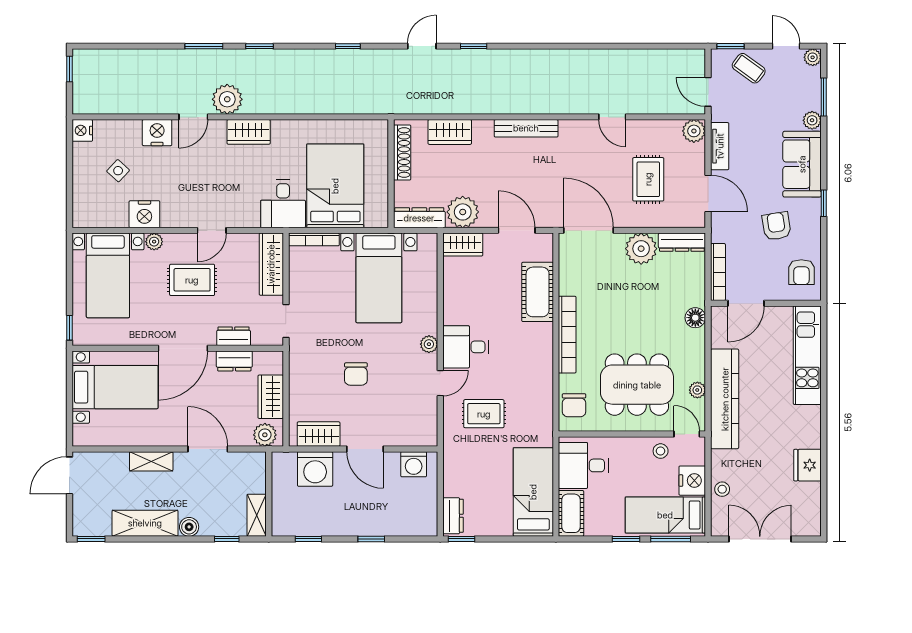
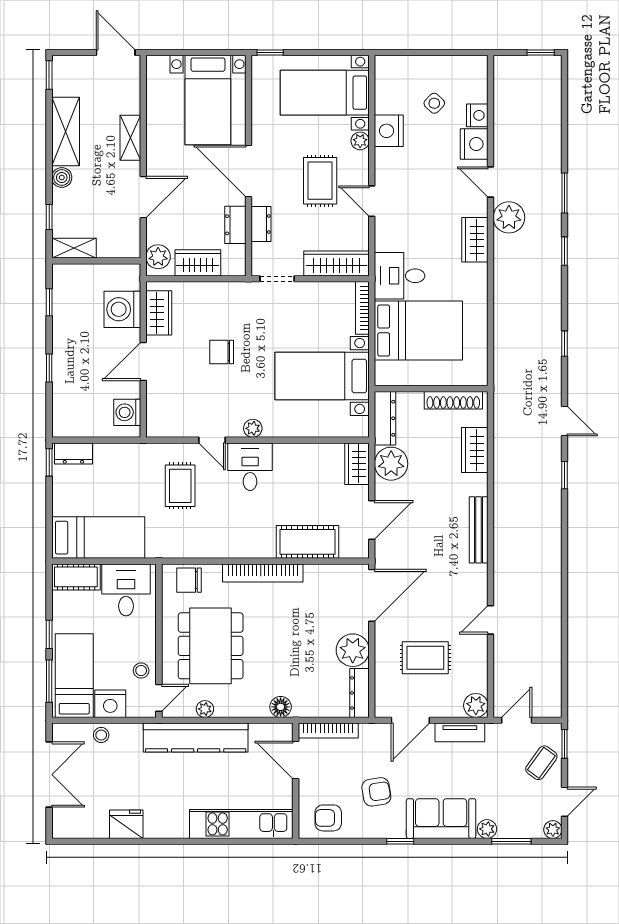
nightstand: (82, 130) -> (477, 115), moved, turned 90

